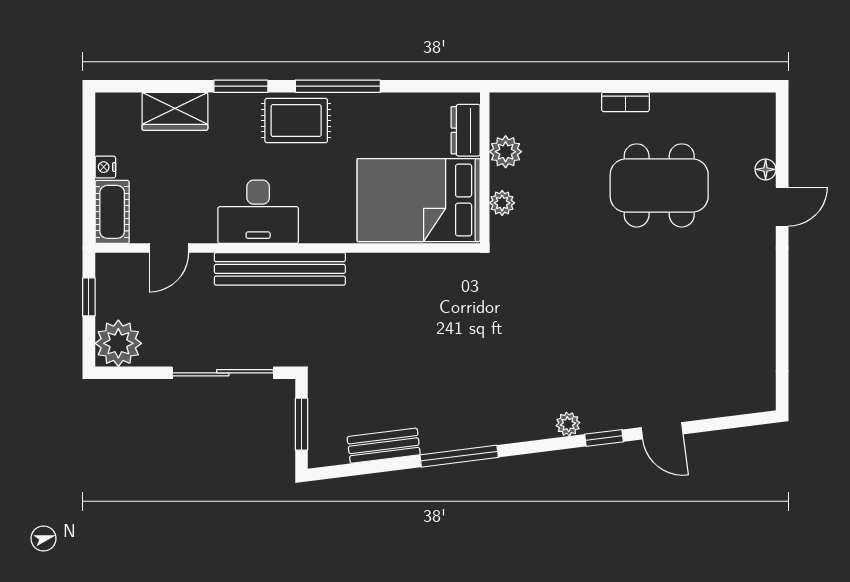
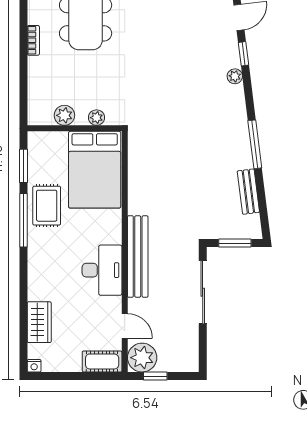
window: (241, 86) -> (23, 166), moved
rug: (296, 121) -> (47, 206), moved
dresser: (466, 130) -> (51, 140), removed
nightstand: (105, 167) -> (34, 366), moved
plant: (118, 343) -> (142, 358), moved

